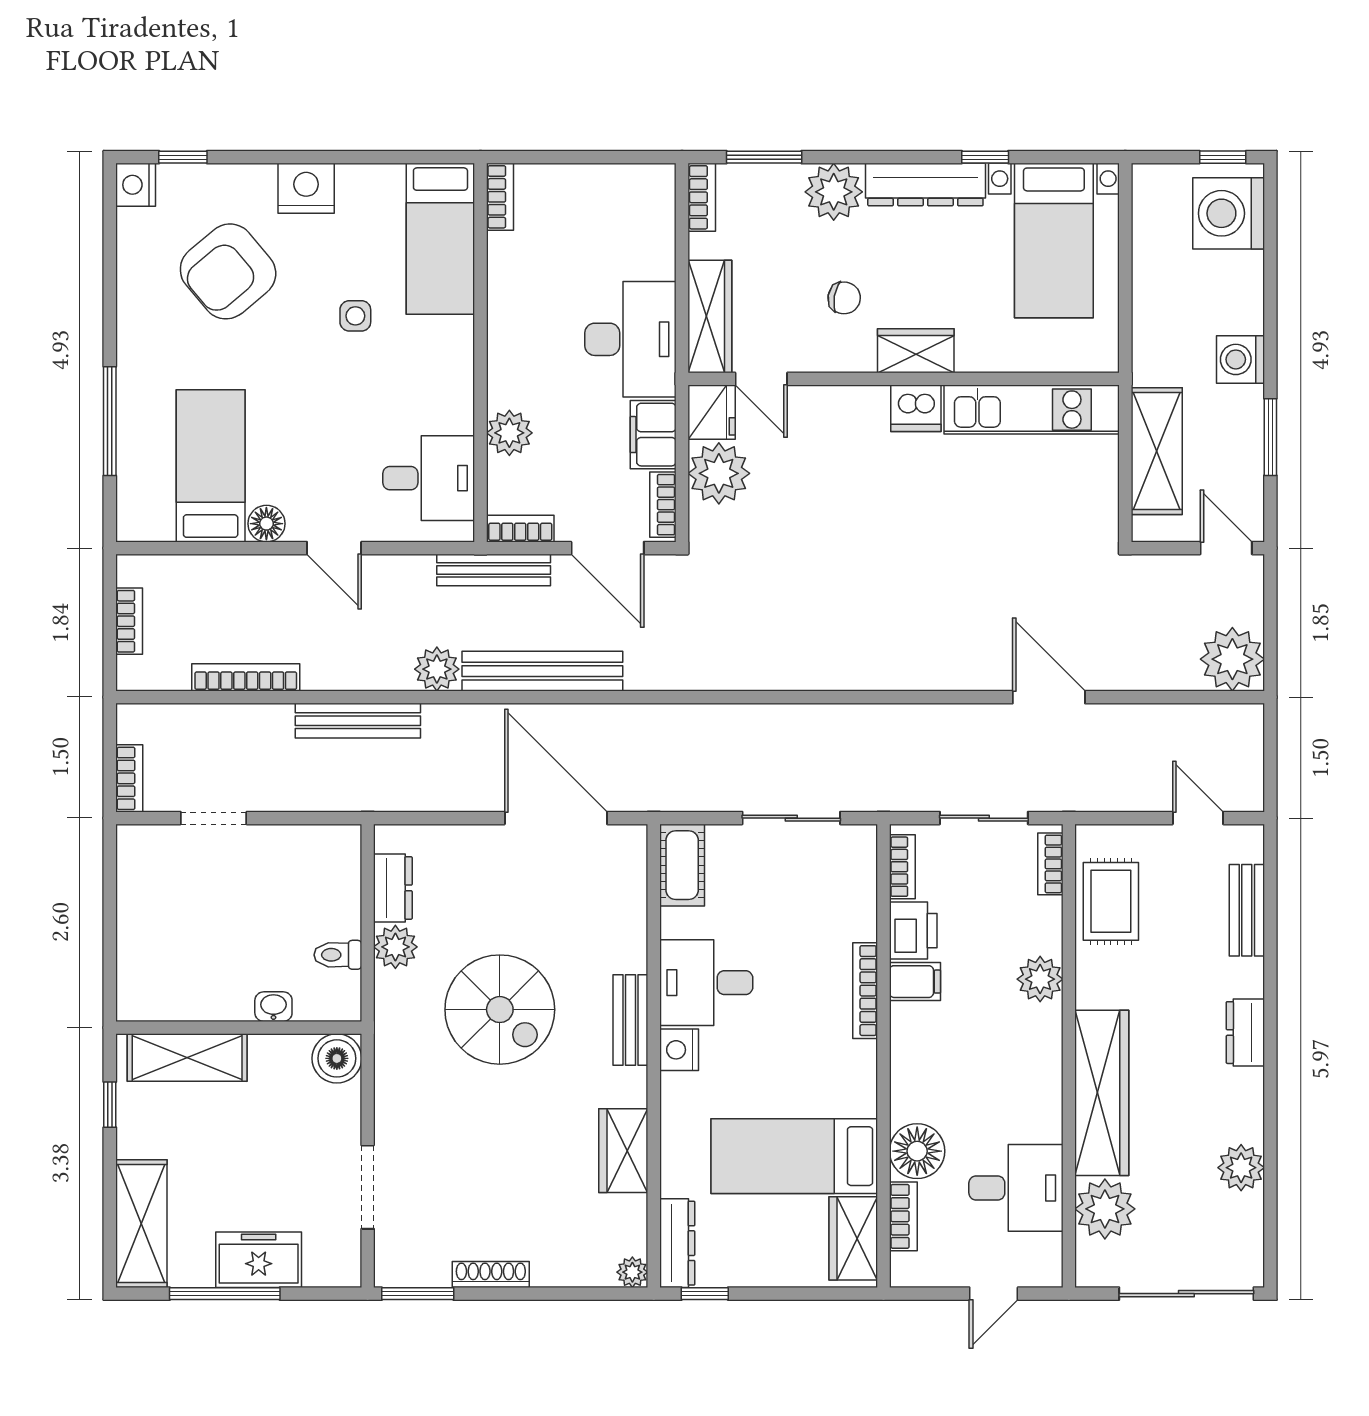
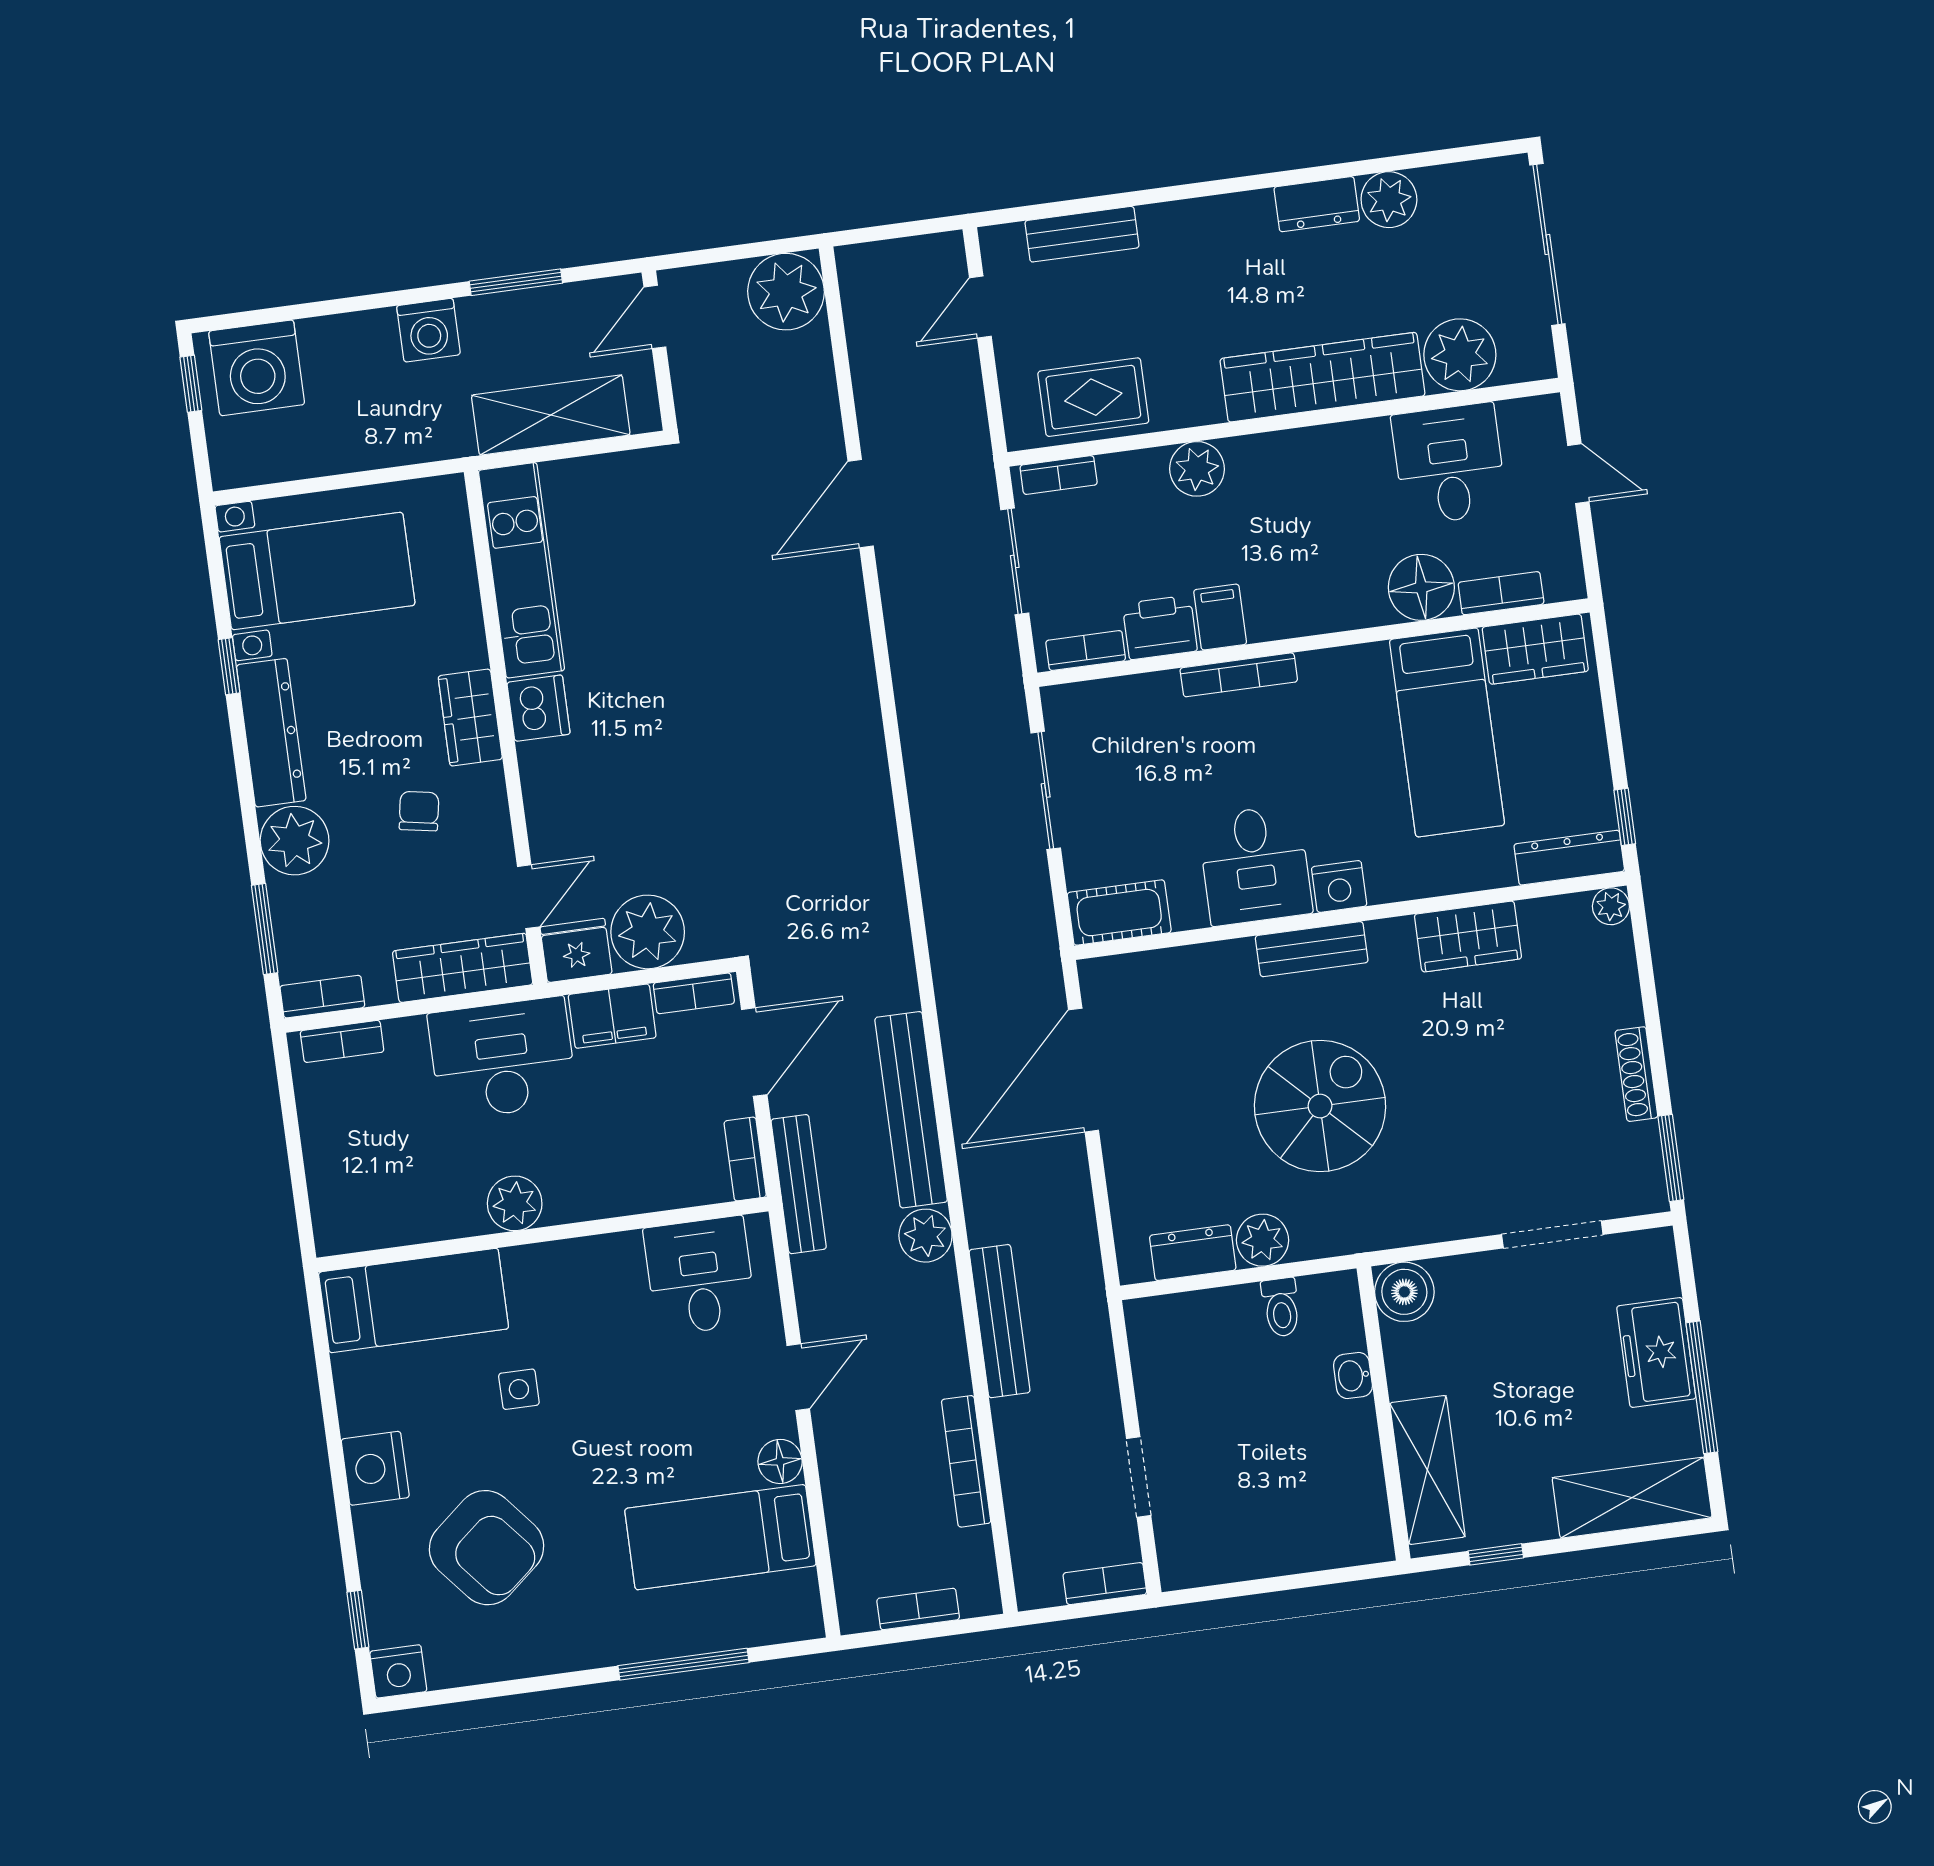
bookcase: (500, 197) -> (342, 1041), moved, turned 180
plant: (509, 433) -> (515, 1203), moved
dresser: (1245, 1033) -> (1317, 204), moved

